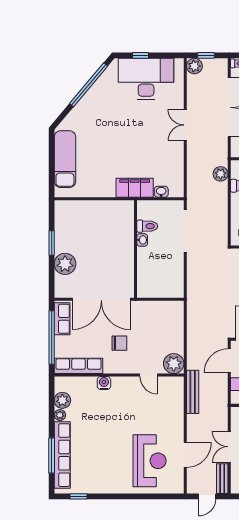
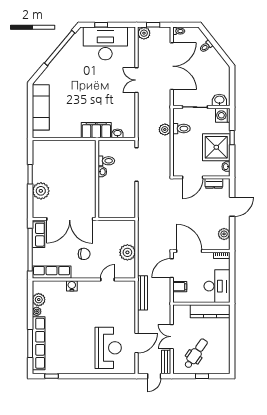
plant: (221, 174) -> (165, 130), moved
plant: (174, 364) -> (127, 252), moved
door: (149, 375) -> (107, 279), swing flipped

